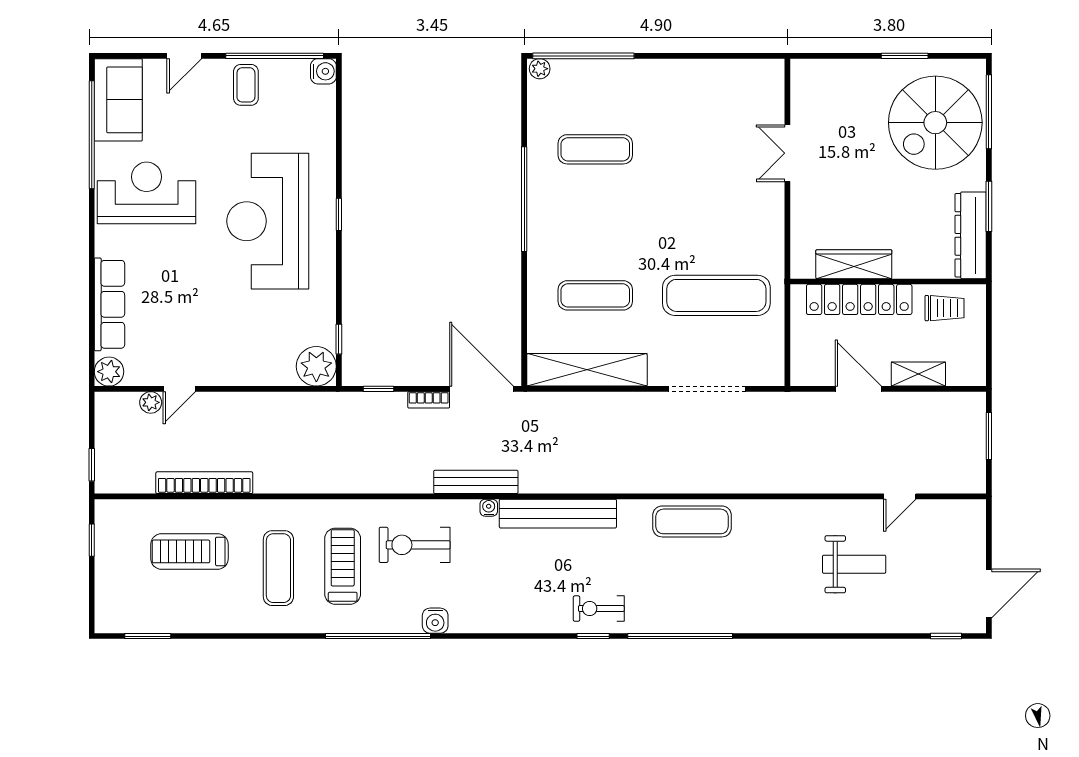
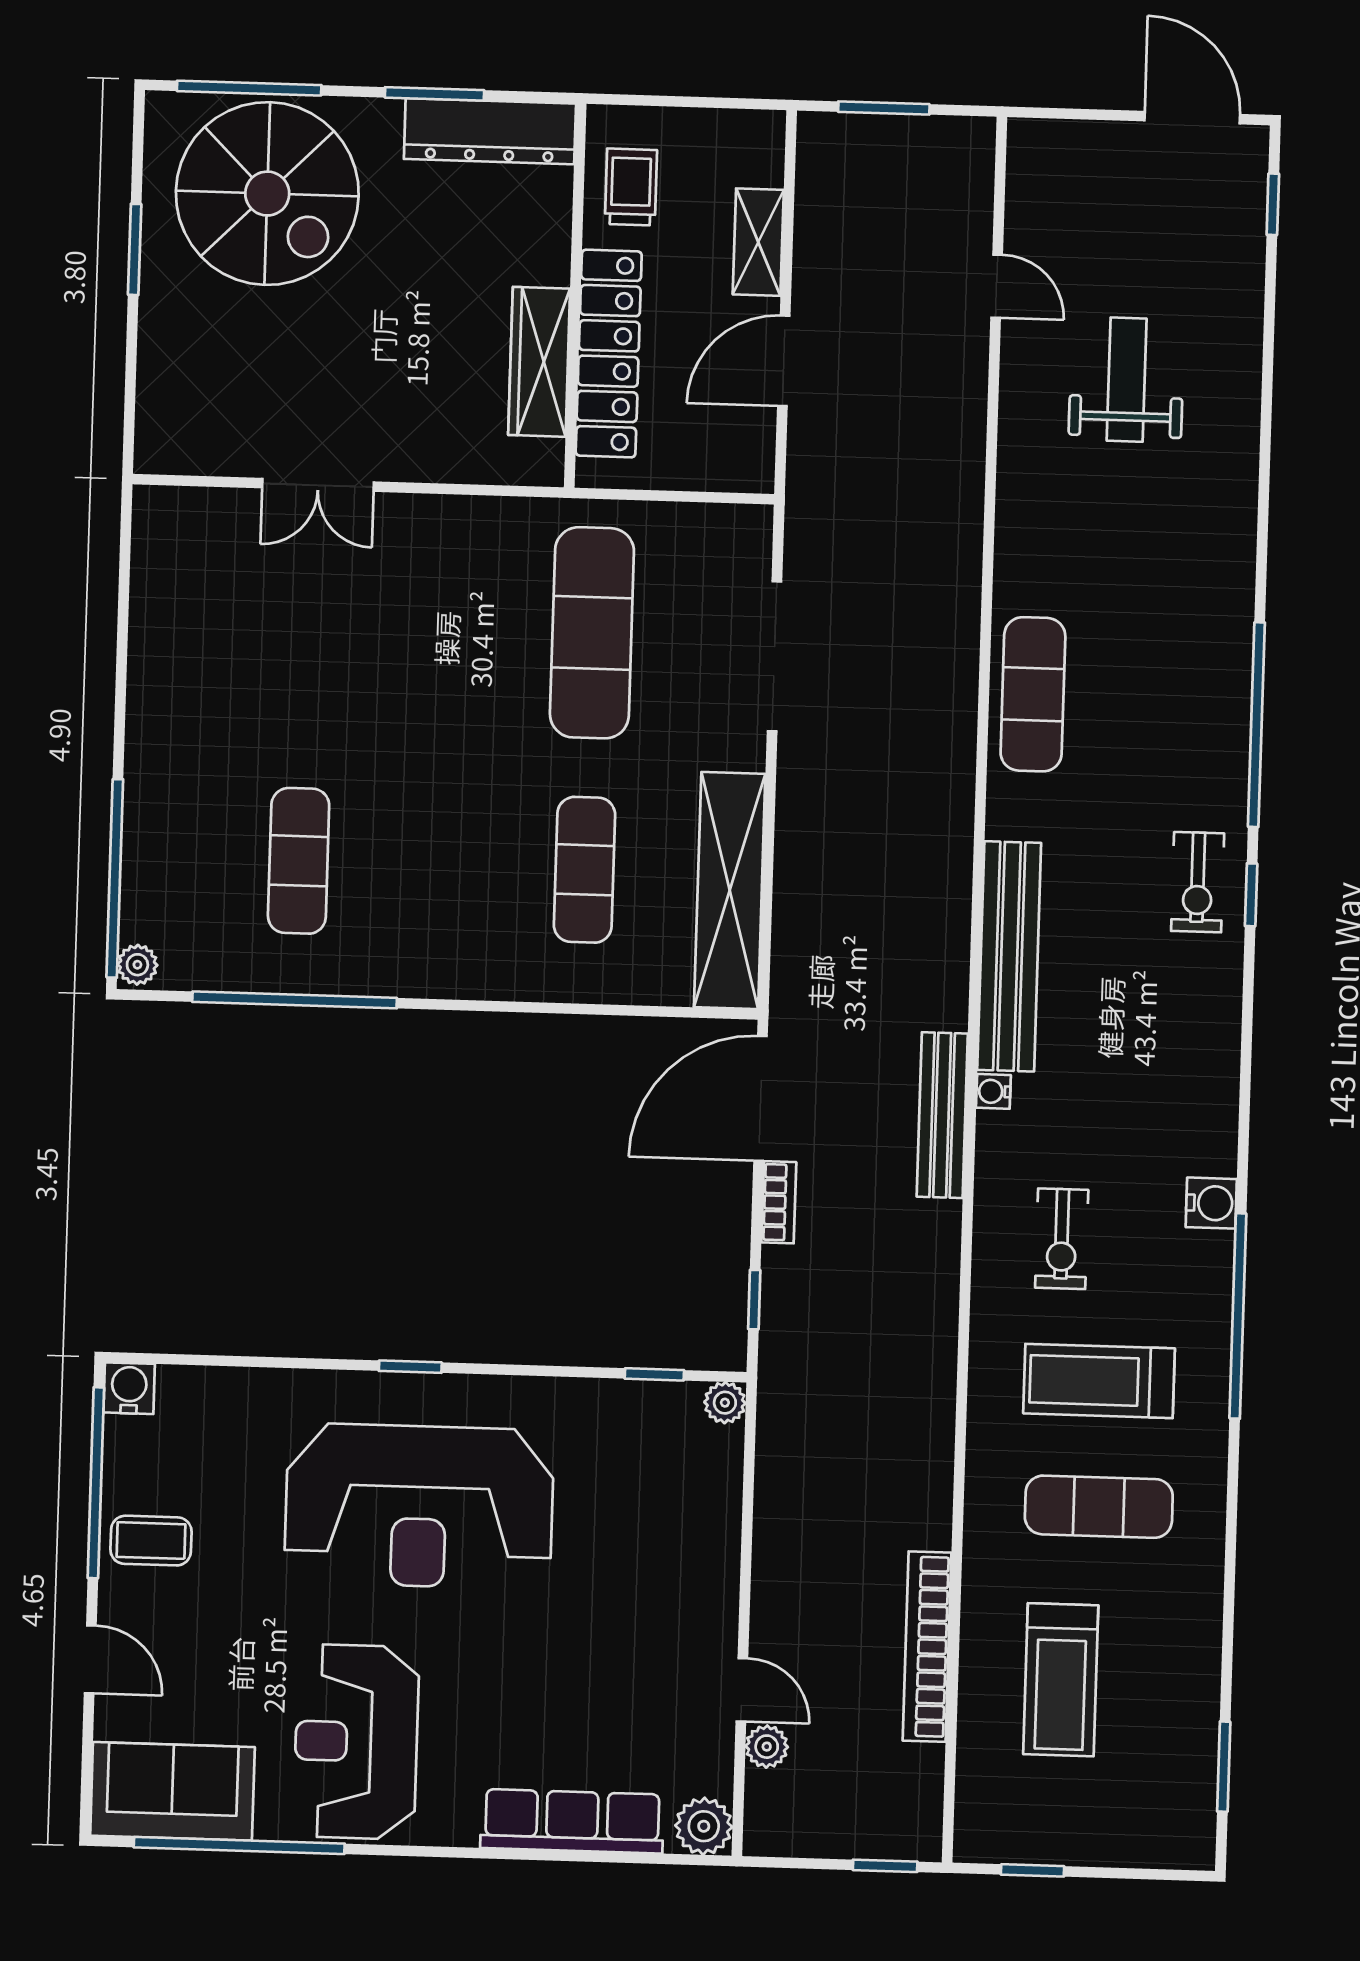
window: (524, 199) -> (295, 1000), moved
plant: (316, 366) -> (725, 1403), width x0.53, depth x0.53
exercise bike: (415, 545) -> (1062, 1239), width x0.73, depth x0.72

